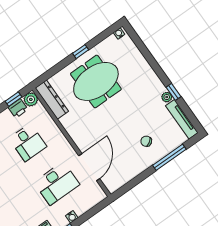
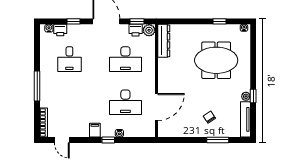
window: (81, 52) -> (219, 21), moved
meeting table: (96, 81) -> (216, 60), moved
desk: (28, 143) -> (125, 59), width x1.37
window: (169, 157) -> (218, 140), width x0.69

